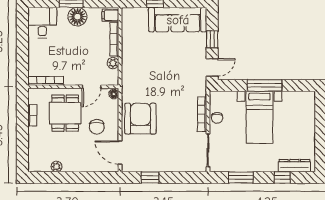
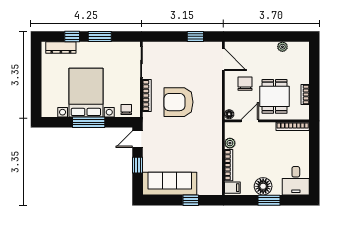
bed with nightstands: (260, 117) -> (86, 93), width x1.36
chair: (217, 118) -> (126, 109), moved
armchair: (140, 119) -> (179, 102), moved, turned 90
window: (241, 177) -> (100, 36), moved

